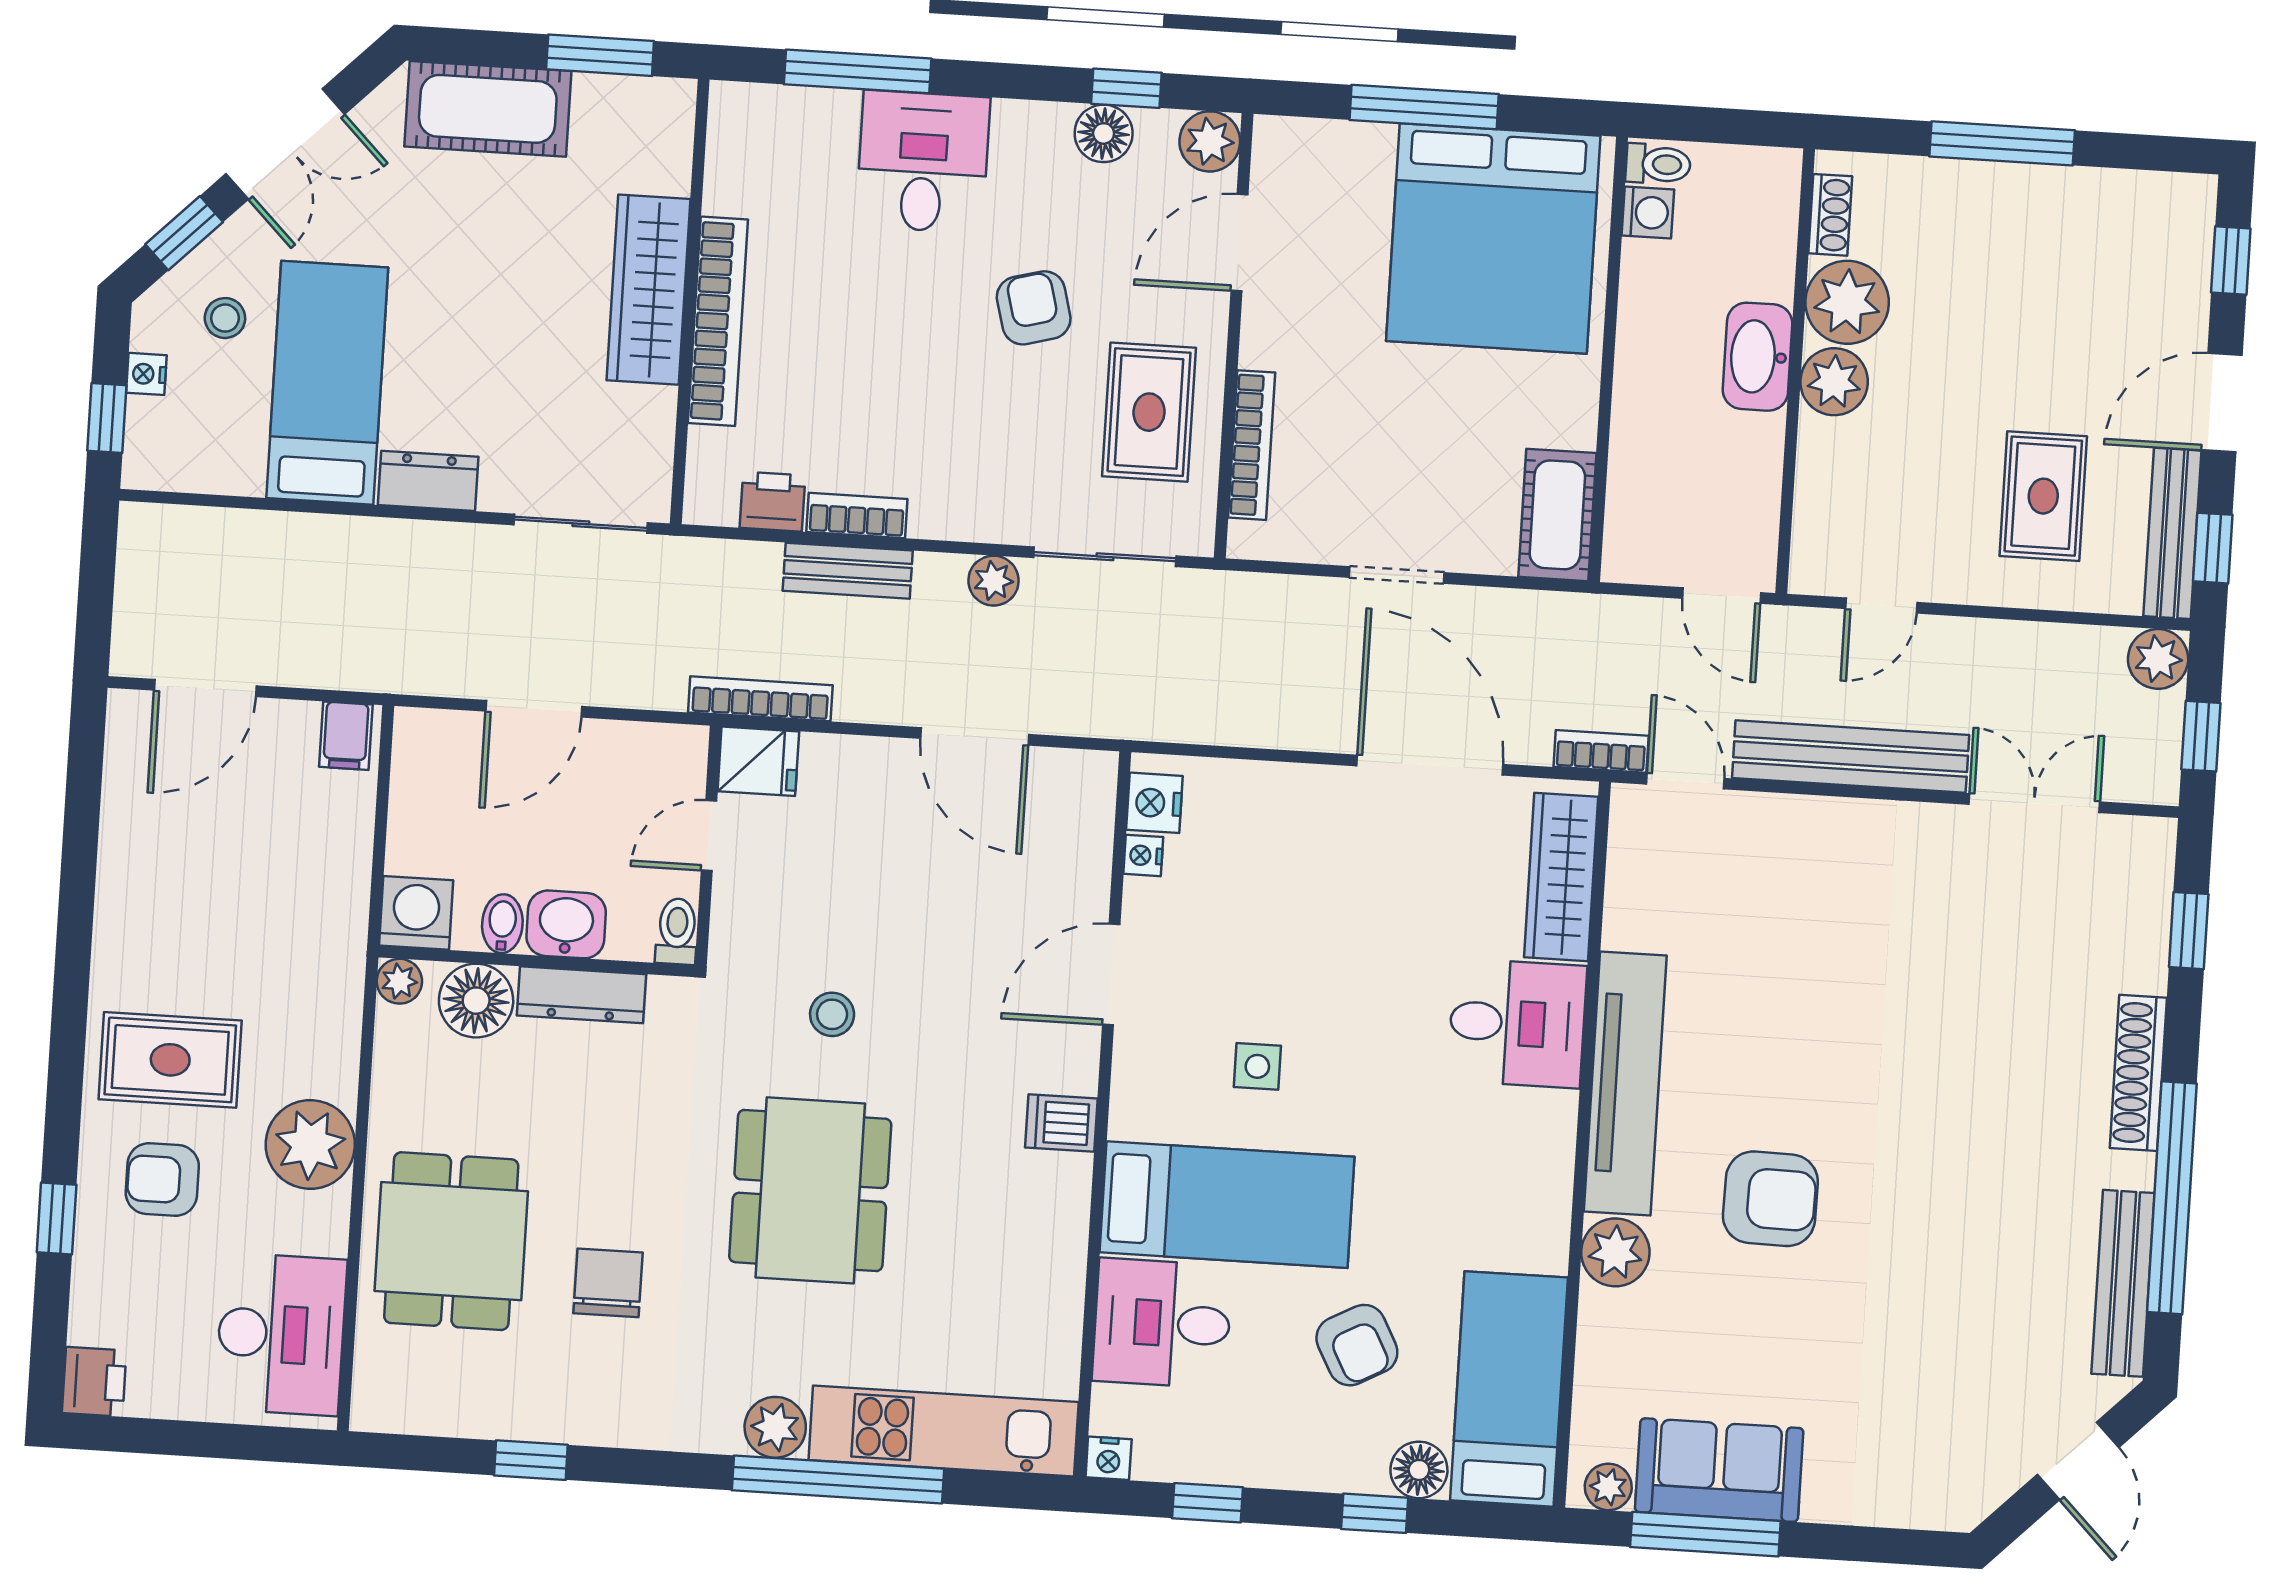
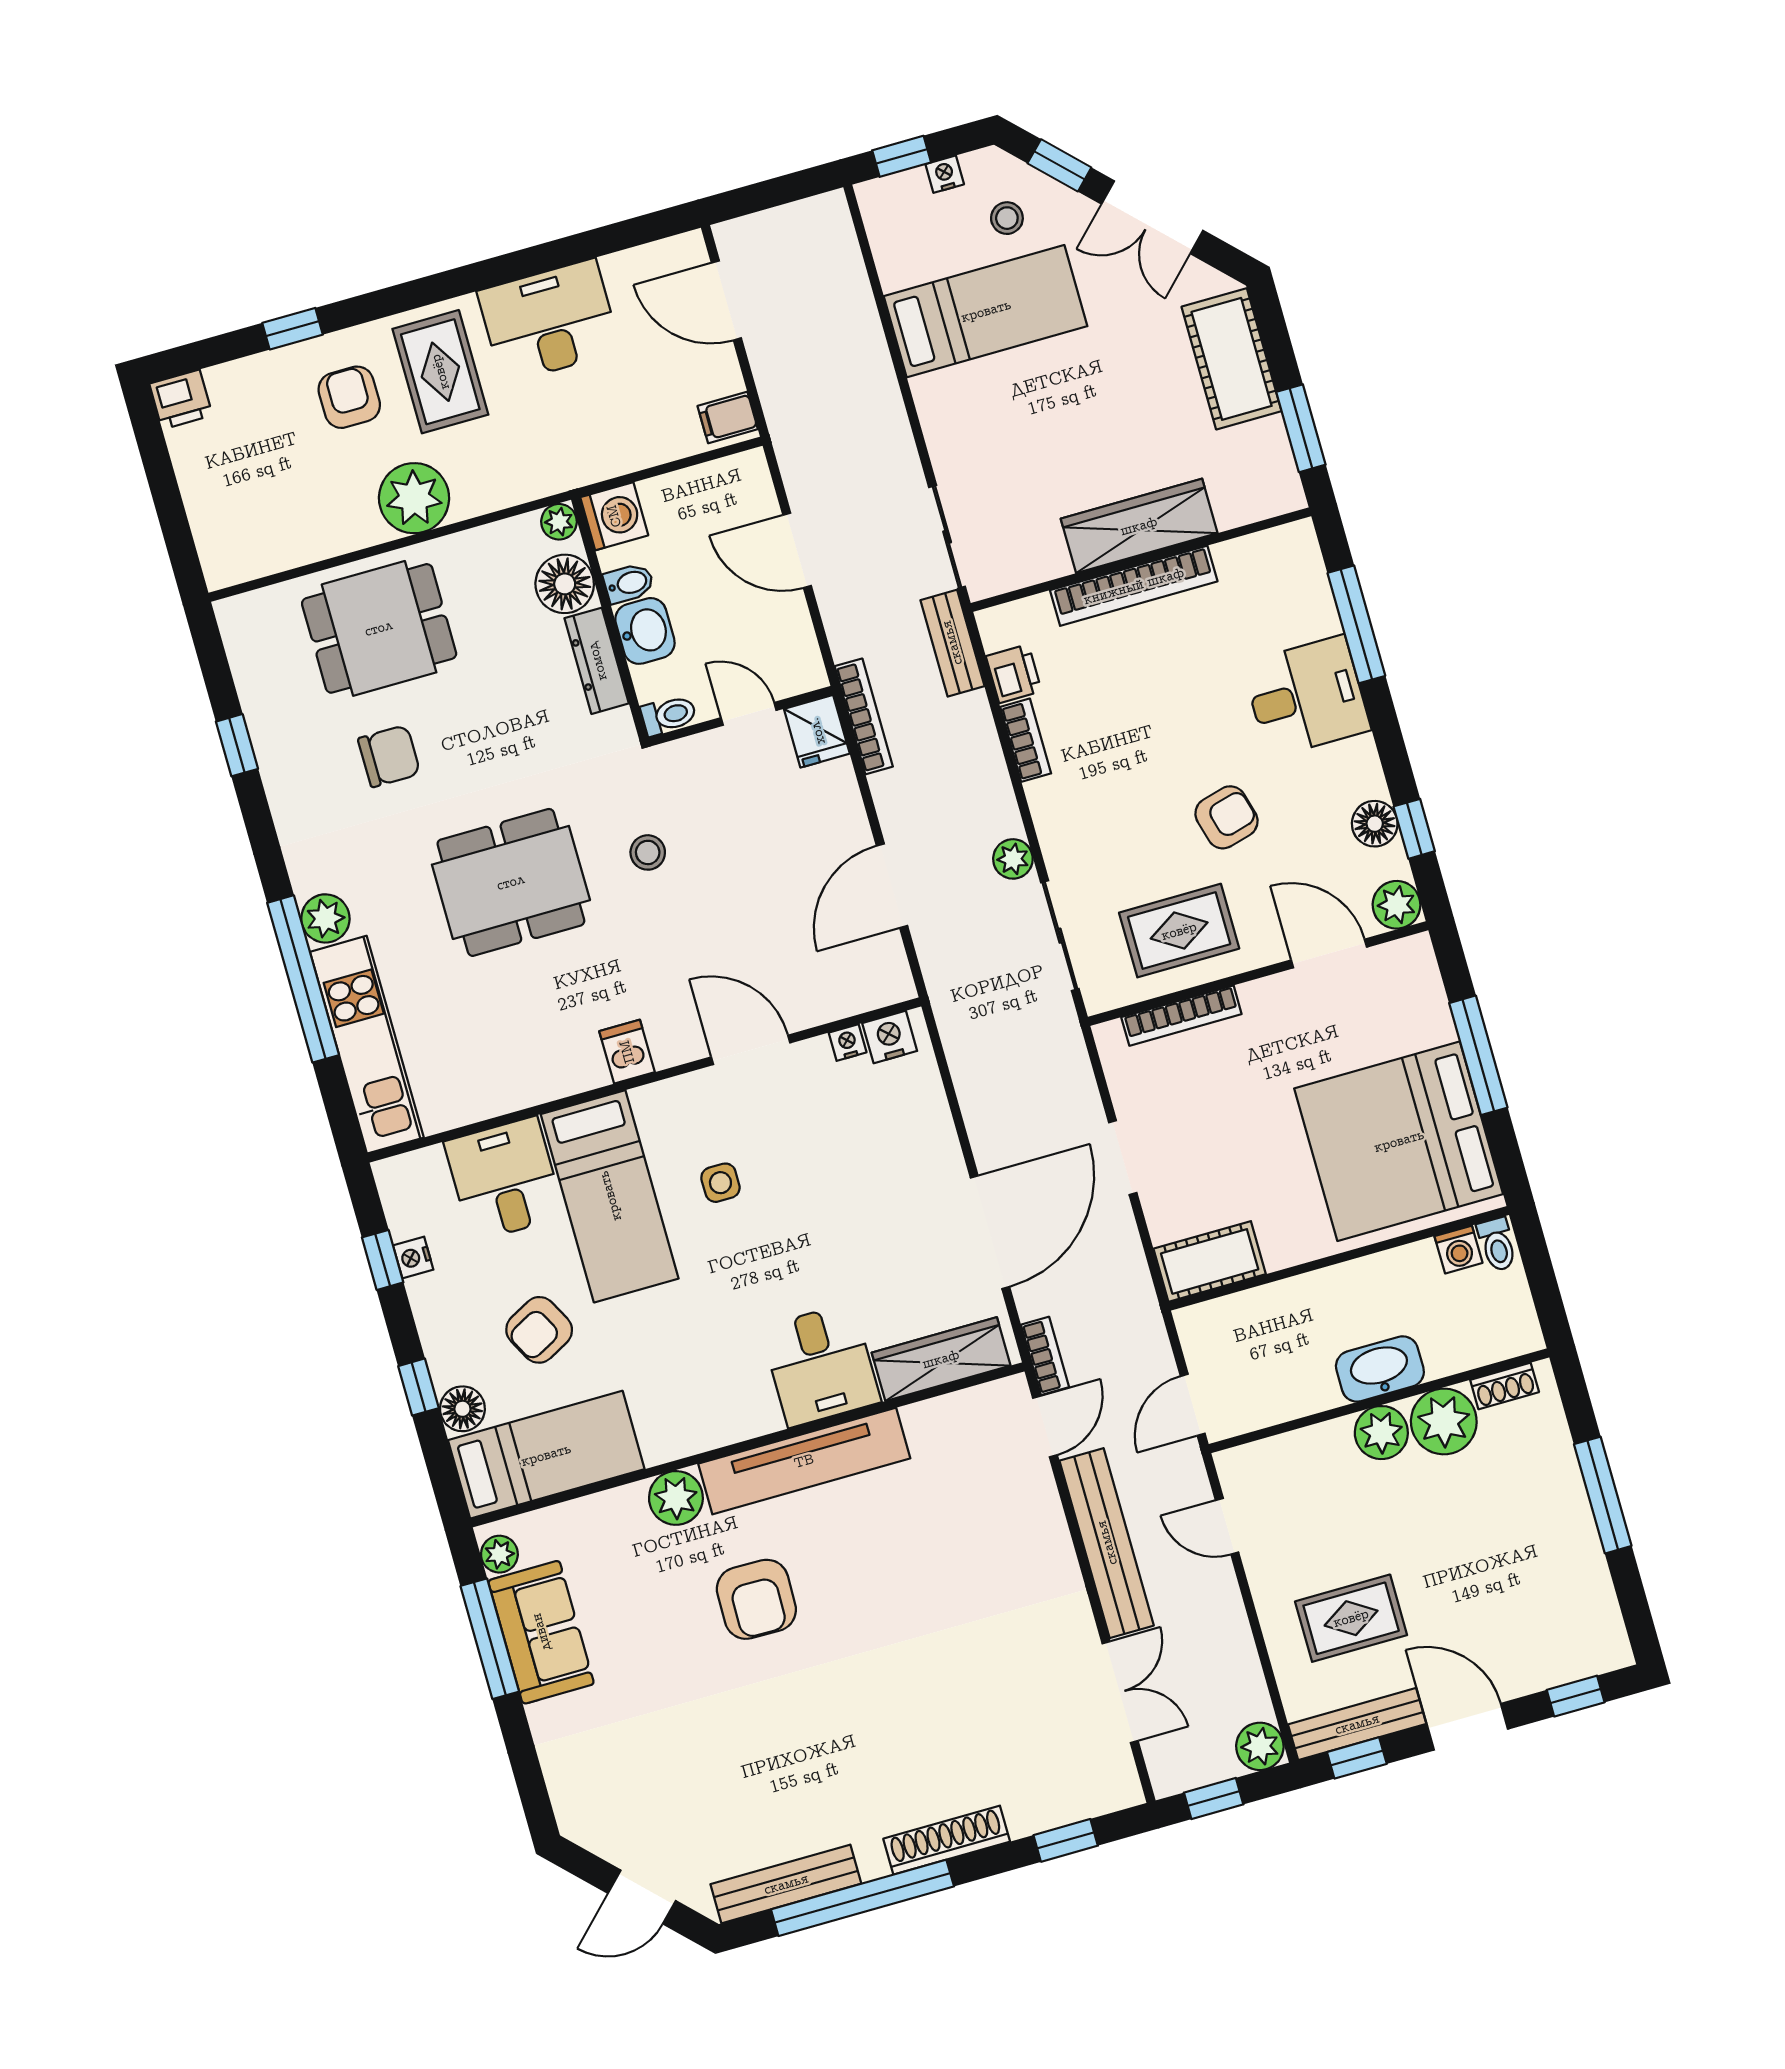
dresser: (428, 481) -> (939, 412), removed
bench: (848, 571) -> (952, 643), moved
desk: (281, 1334) -> (549, 321), moved, turned 180
nightstand: (1109, 1458) -> (413, 1258), moved

